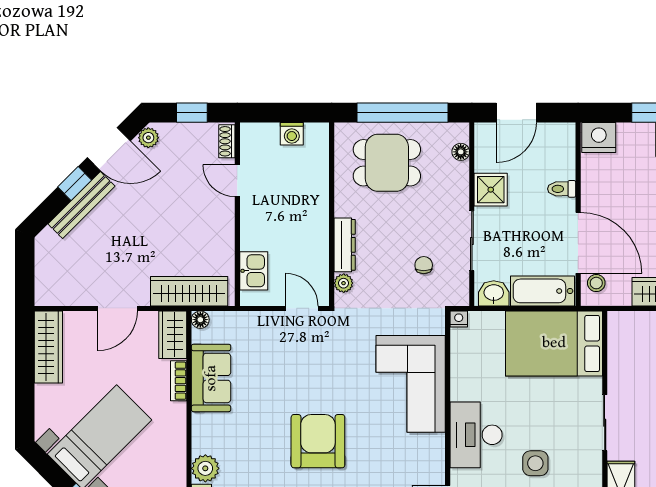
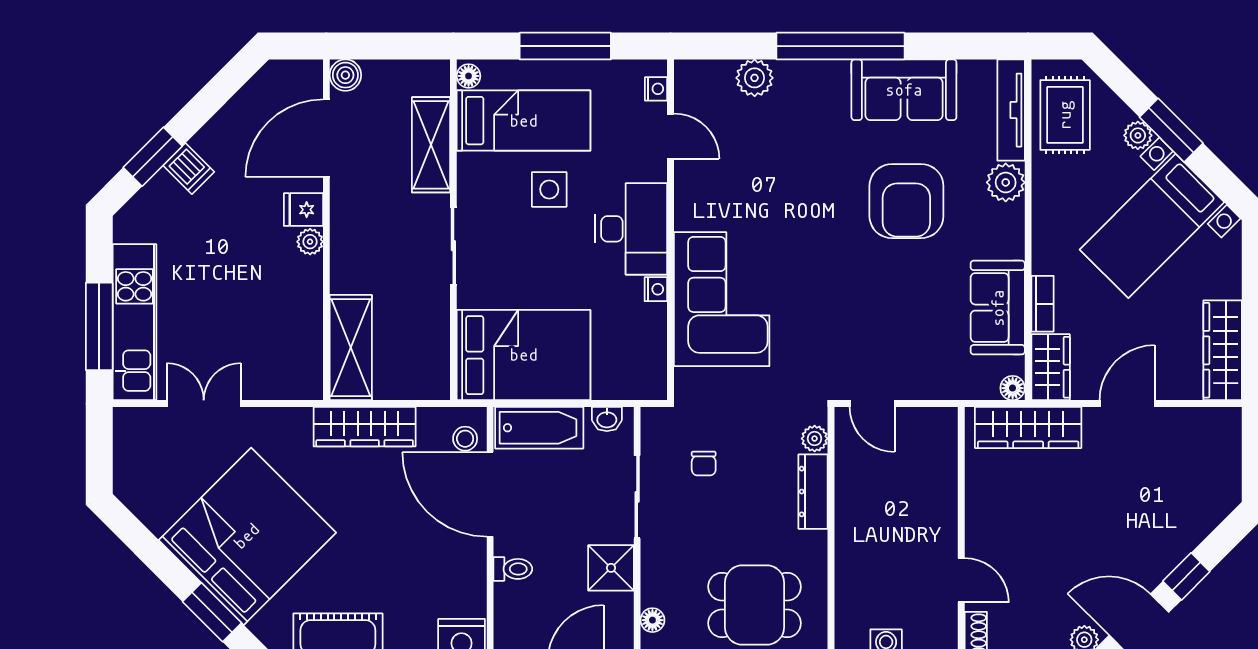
bench: (81, 205) -> (1177, 547), removed
kitchen sink: (254, 271) -> (939, 456), removed
washbasin: (494, 293) -> (607, 419), width x0.72, depth x0.69
nightstand: (459, 319) -> (656, 289), moved, turned -90
armchair: (318, 441) -> (906, 201), moved

